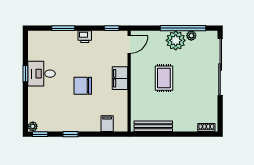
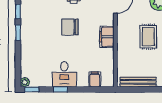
window: (25, 51) -> (18, 11), added
desk: (42, 74) -> (64, 74), moved, turned -90
chair: (83, 86) -> (70, 27), moved

